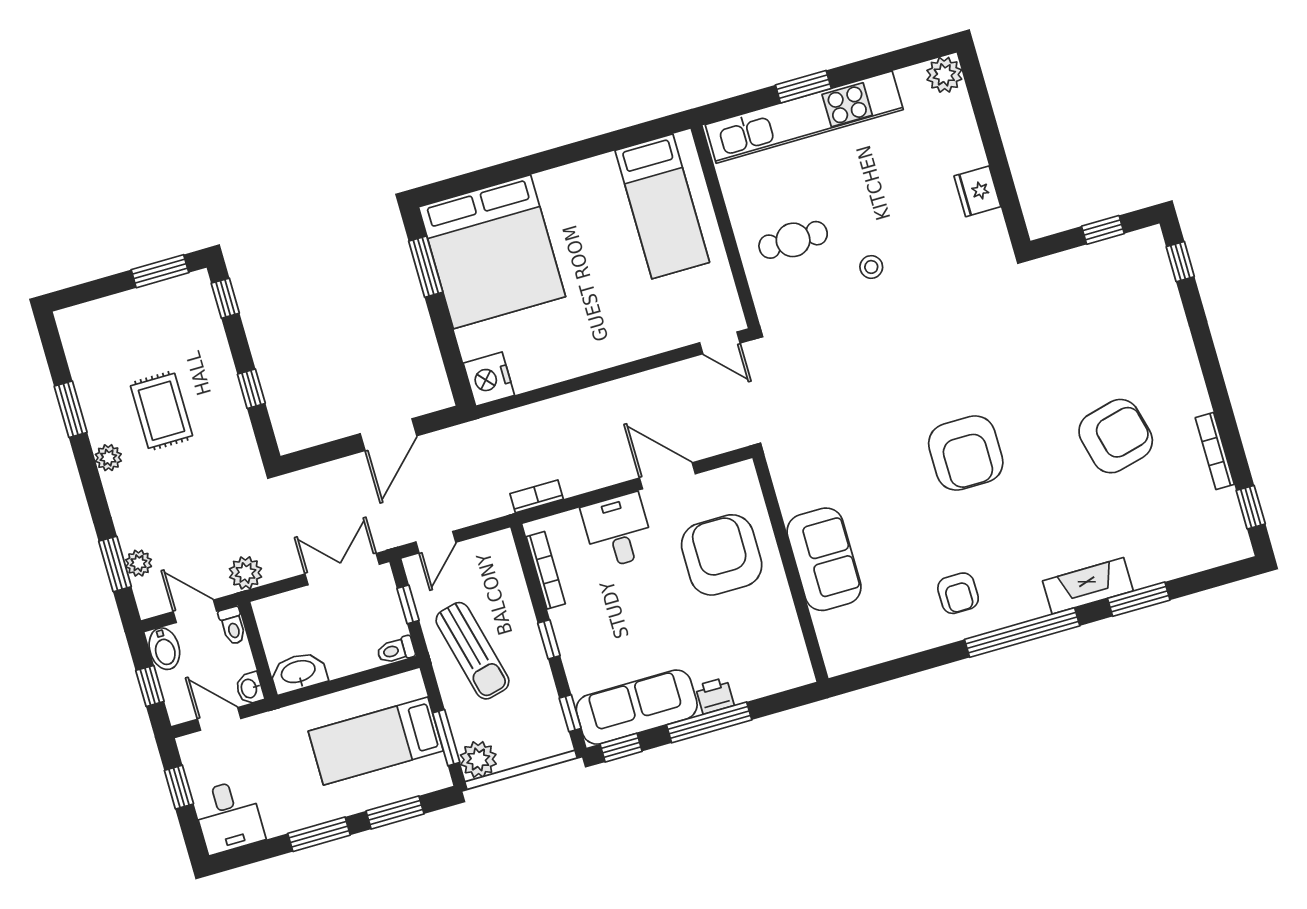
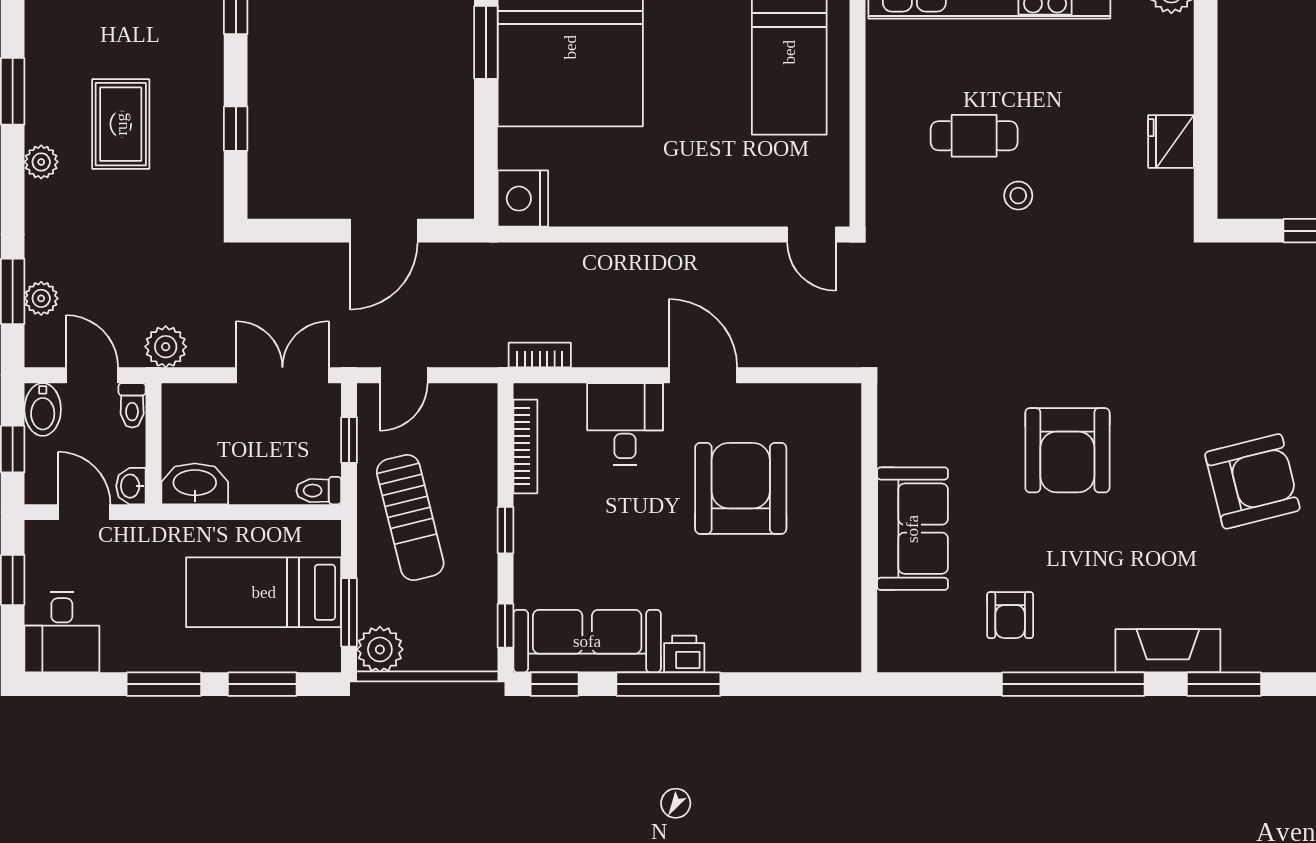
cafe table: (793, 240) -> (974, 136), moved
sofa: (824, 559) -> (912, 529), moved
wall: (790, 568) -> (869, 528), moved

